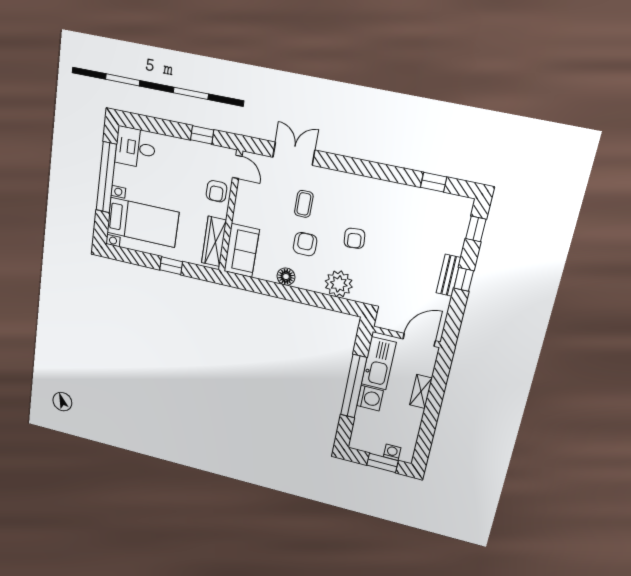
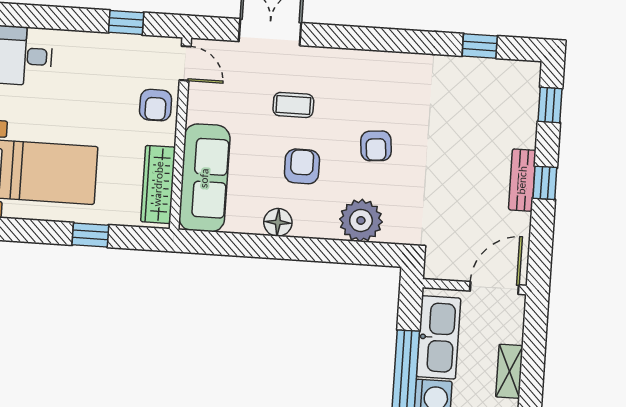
coffee table: (304, 204) -> (293, 105), turned 90
sofa: (242, 250) -> (204, 178), width x1.36

